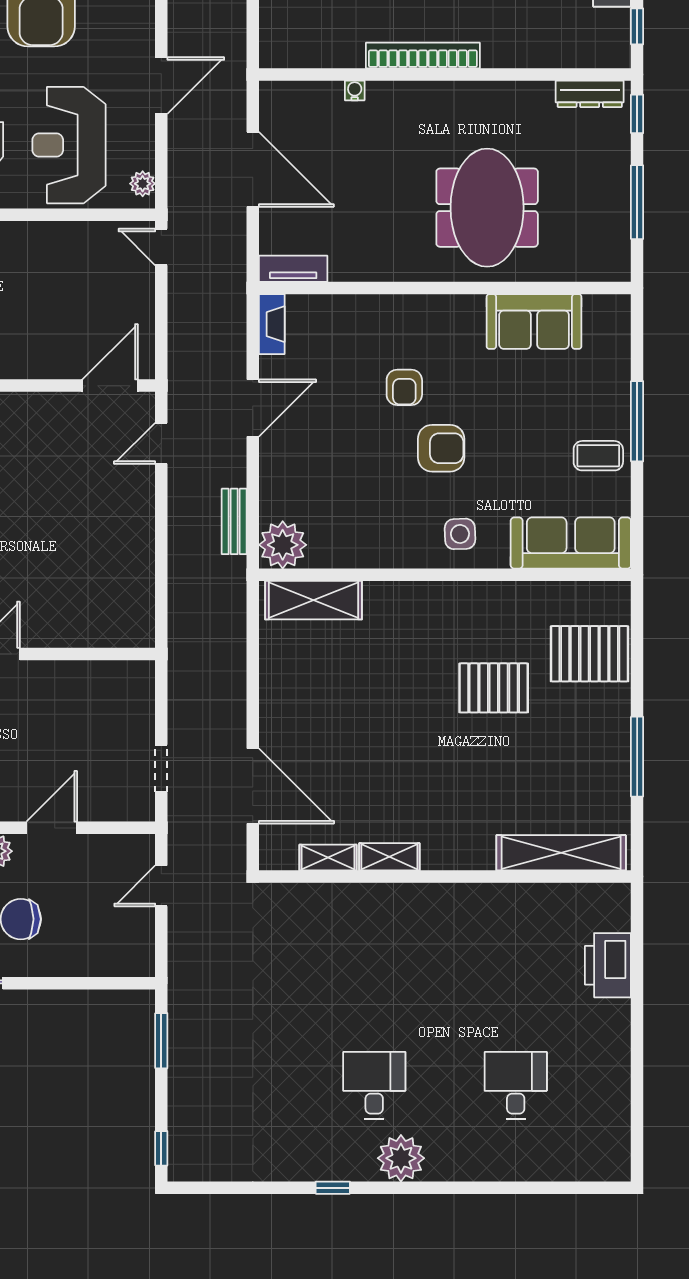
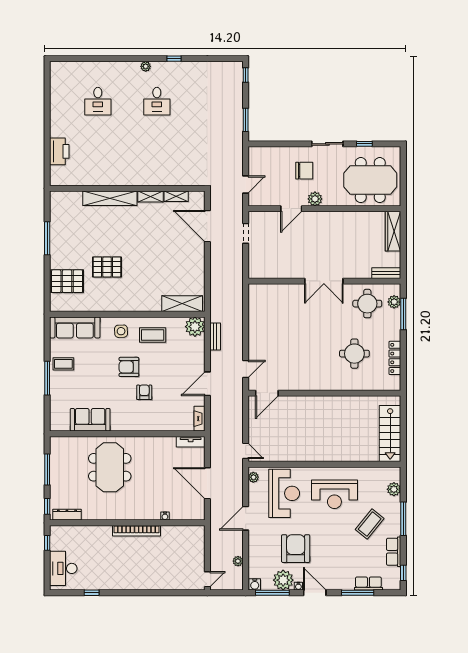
coffee table: (384, 525) -> (153, 335), added
shelving: (561, 853) -> (110, 198), moved
plant: (401, 1158) -> (146, 66), width x0.53, depth x0.53

